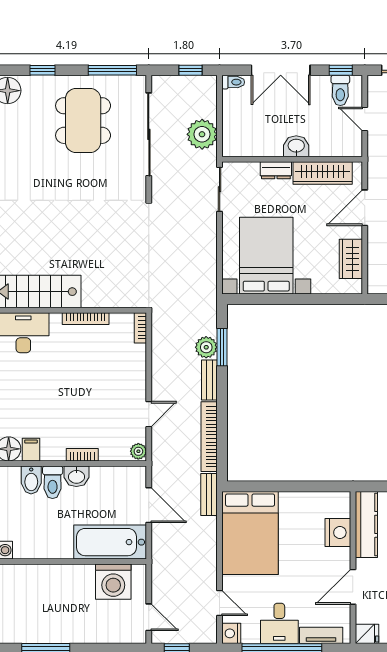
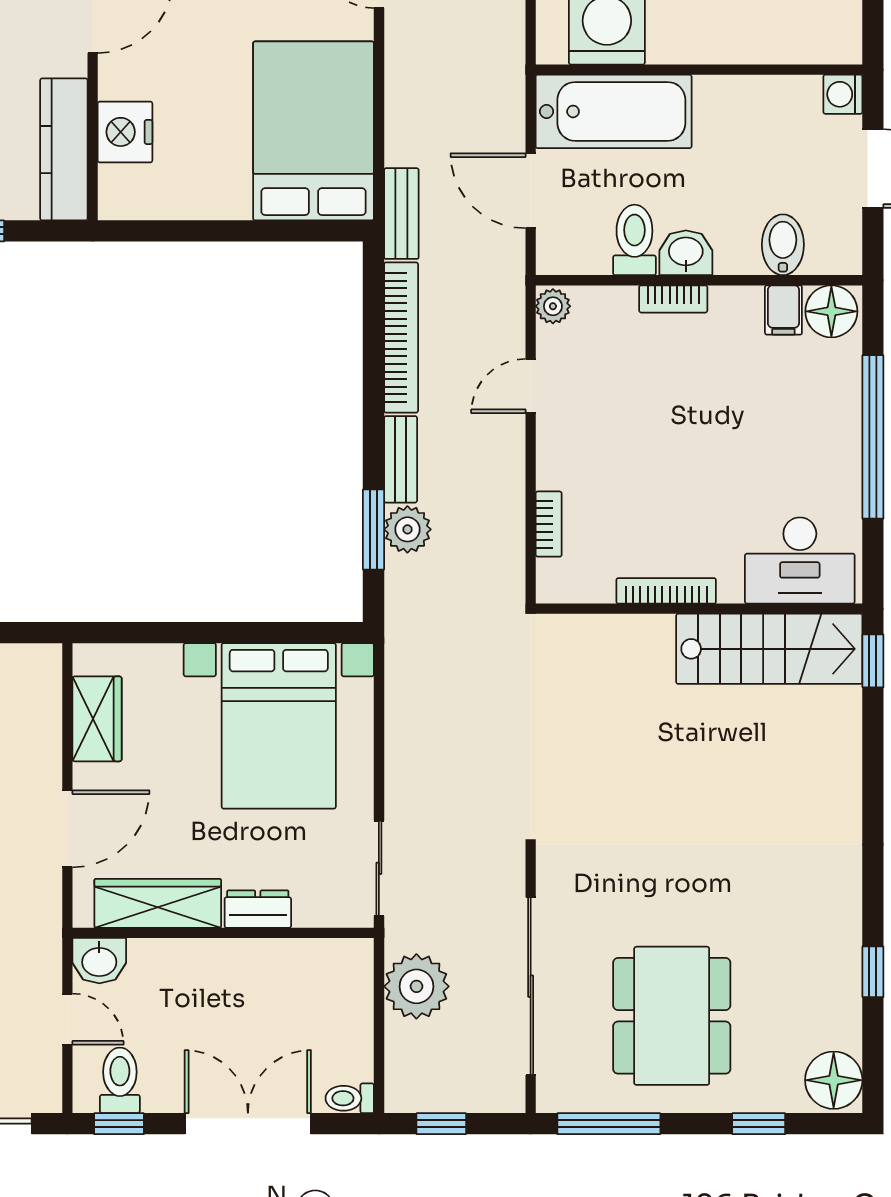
washbasin: (296, 146) -> (99, 961), moved
bookcase: (140, 328) -> (549, 524), moved
toilet: (53, 482) -> (634, 240), moved

